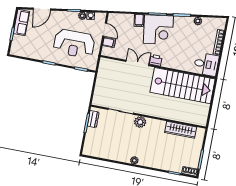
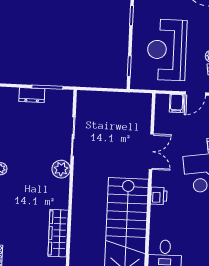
printer: (156, 60) -> (159, 196), moved
dresser: (93, 119) -> (32, 95), moved

